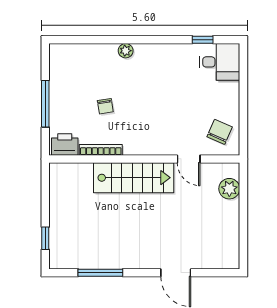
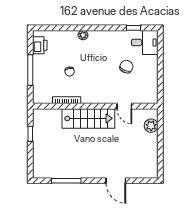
chair: (220, 132) -> (126, 67), moved
printer: (65, 144) -> (40, 45), moved, turned 90
window: (45, 238) -> (30, 134), moved

